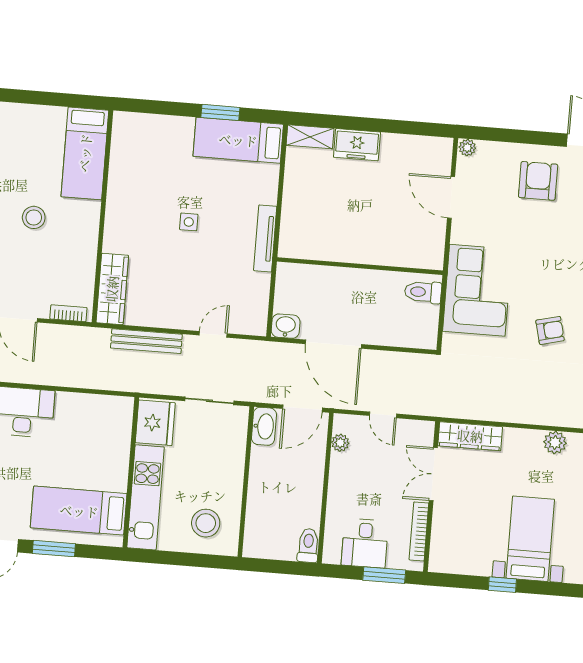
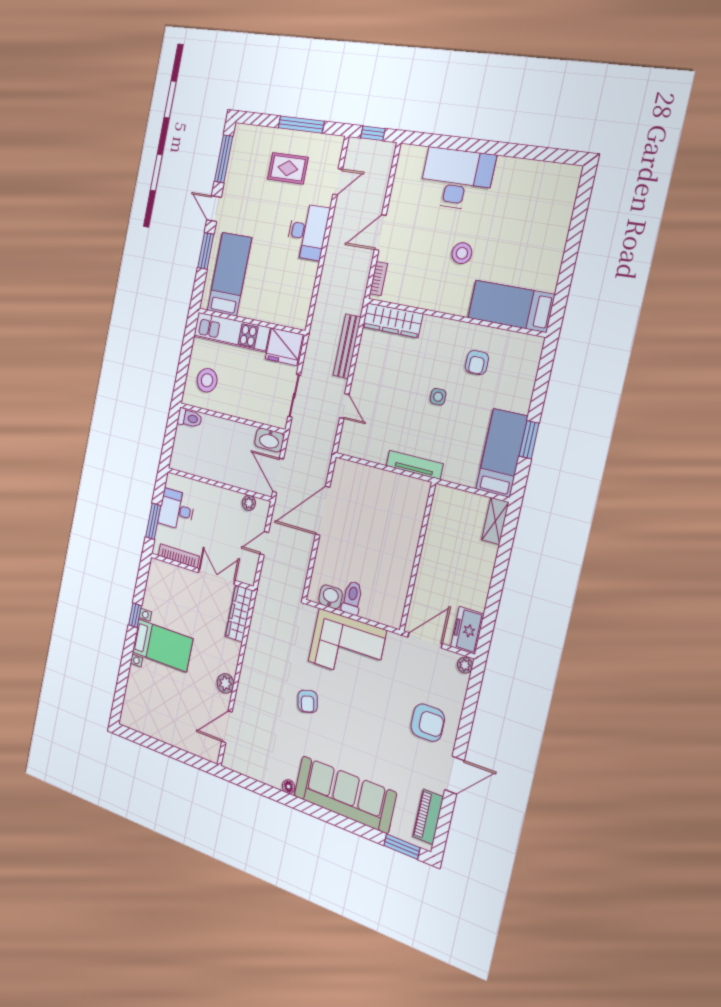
freezer: (357, 145) -> (467, 630), moved
armchair: (147, 183) -> (477, 362), added
wall: (360, 266) -> (418, 557), moved
washbasin: (286, 326) -> (331, 597), moved, turned -90
toilet: (308, 545) -> (190, 418), moved

